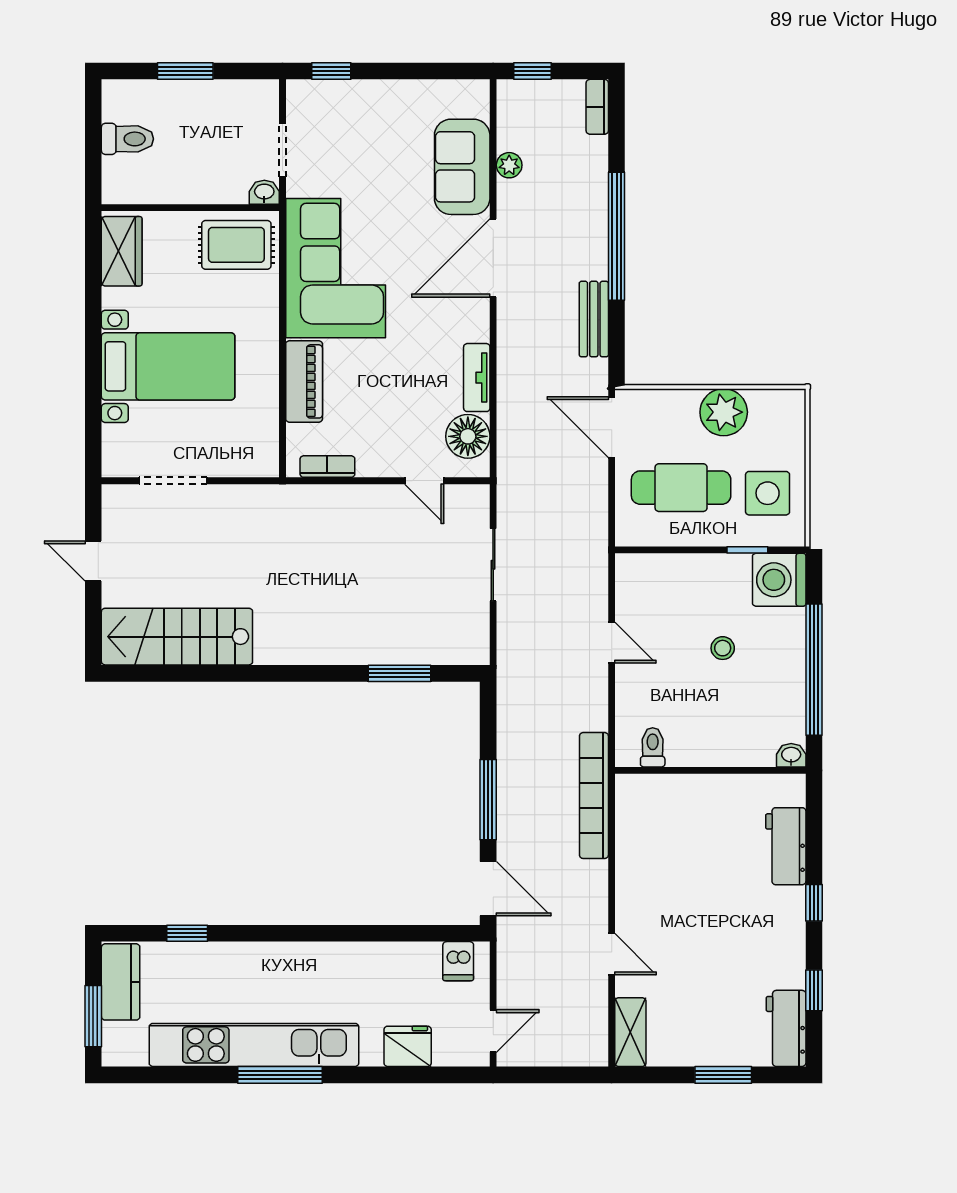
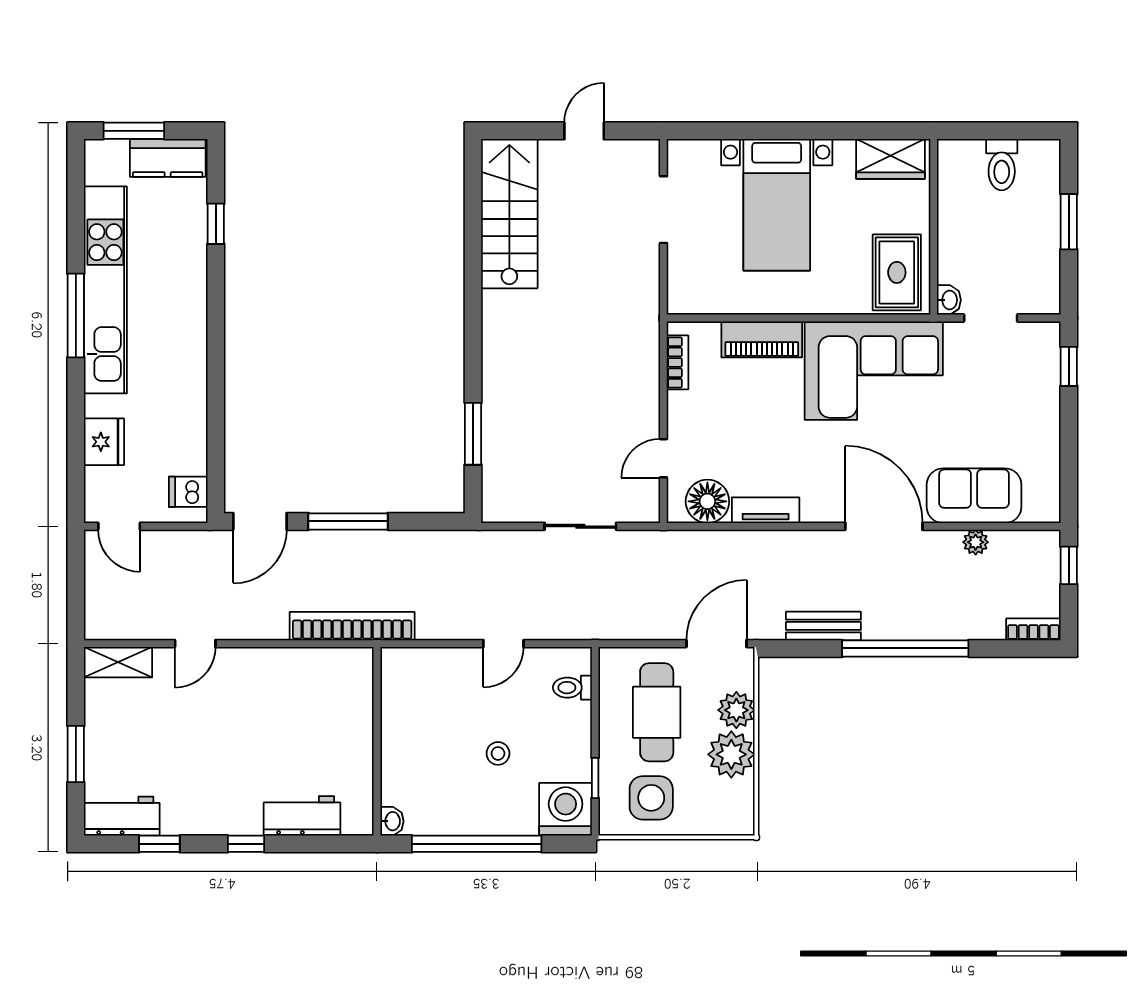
plant: (679, 407) -> (736, 710), added
toilet: (653, 747) -> (572, 688), moved, turned 180

